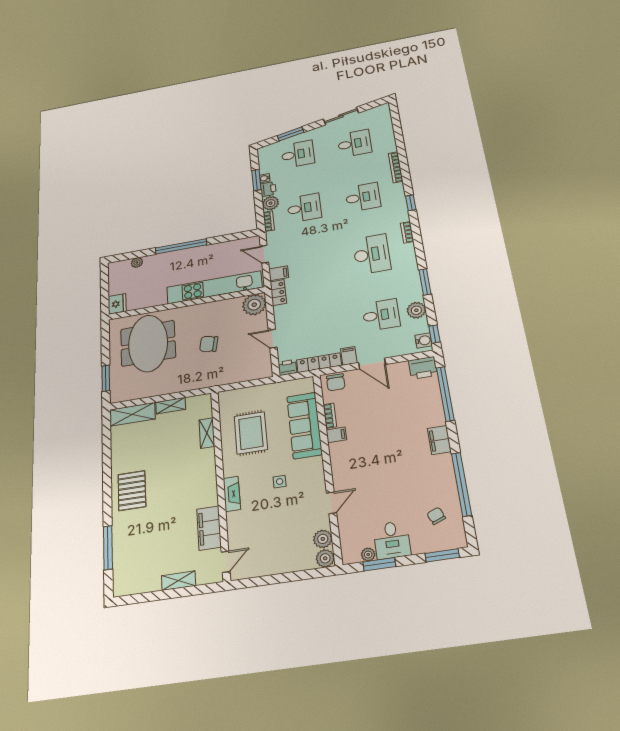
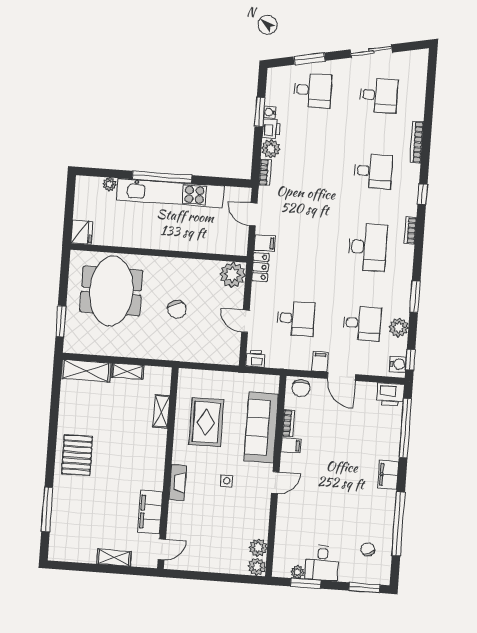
desk: (304, 208) -> (296, 318), moved
kitchen unit: (214, 287) -> (170, 193), moved, turned 180
chair: (209, 344) -> (177, 309), turned -124
locker: (319, 363) -> (288, 362), removed
door: (331, 503) -> (275, 482), moved

